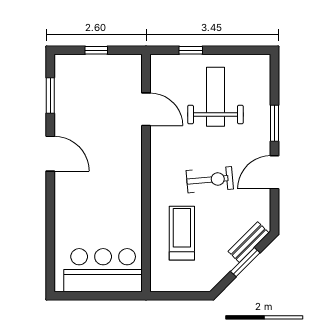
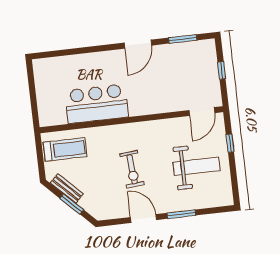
door: (146, 109) -> (202, 112), moved
treadmill: (182, 233) -> (65, 149), moved
bench: (249, 242) -> (67, 188), moved
bar counter: (103, 270) -> (97, 104), moved, turned -90

